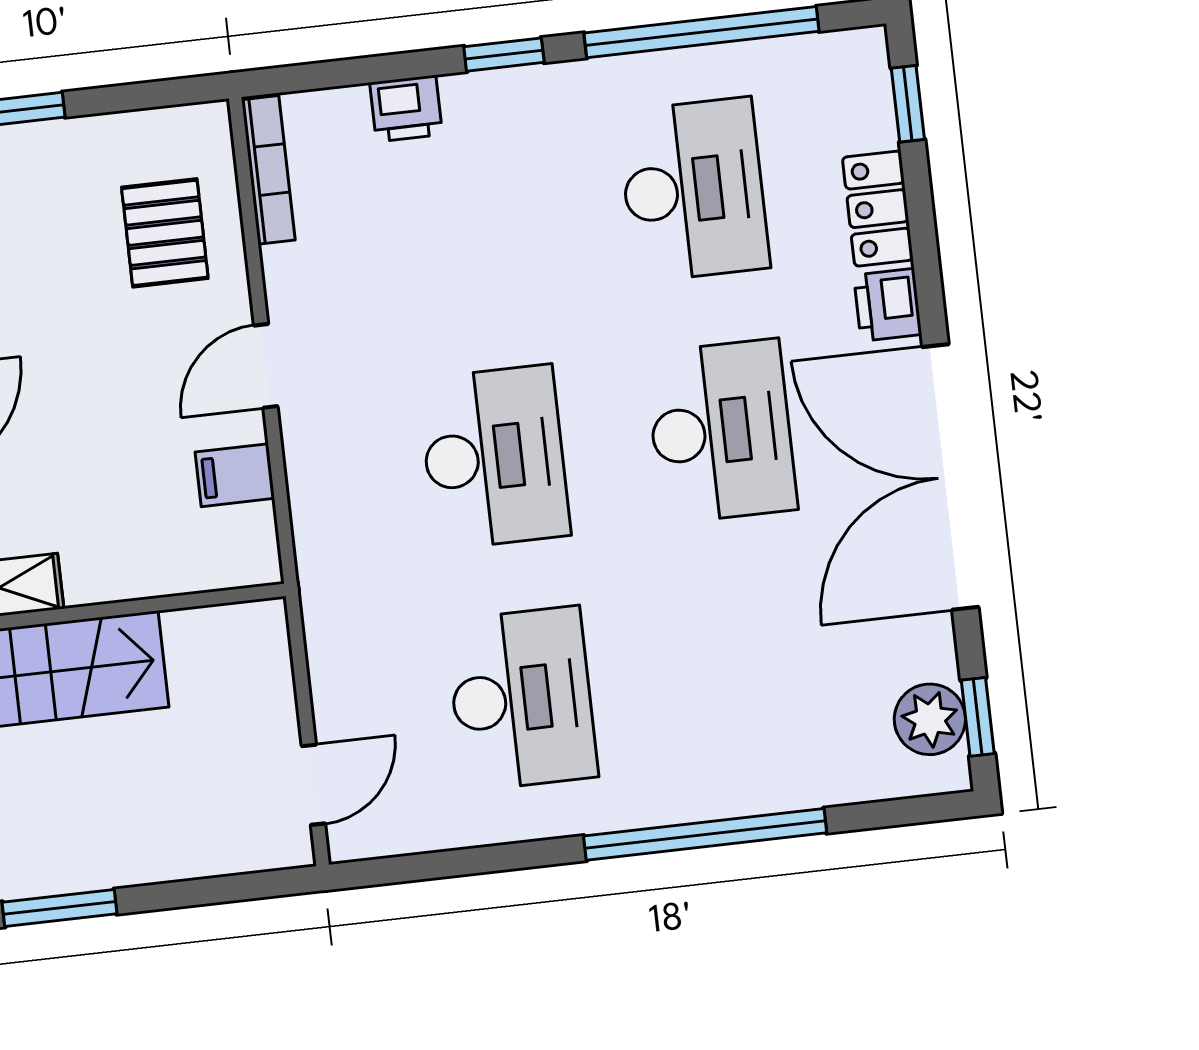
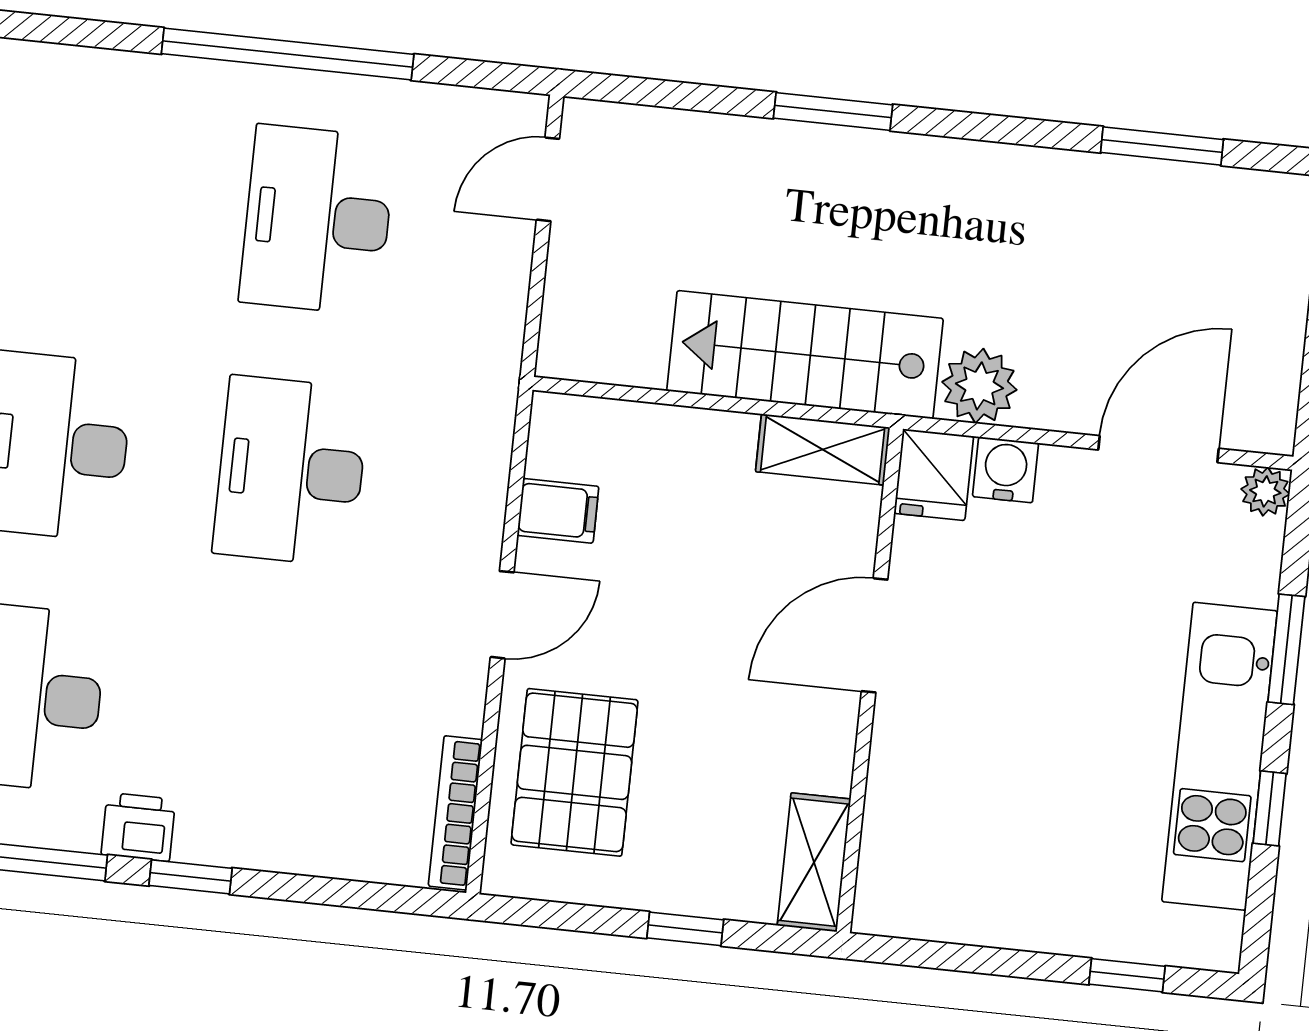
printer: (406, 109) -> (138, 827), moved
pallet: (165, 233) -> (575, 772), width x1.50, depth x1.42
window: (705, 834) -> (288, 54), moved

